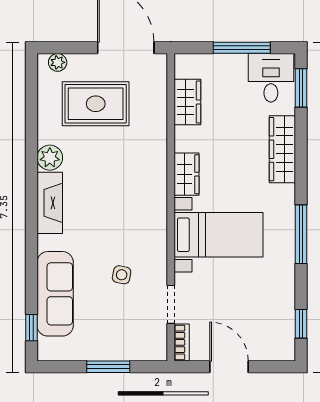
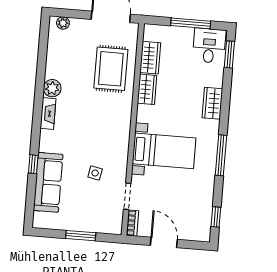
rug: (96, 104) -> (111, 69), moved, turned 90
wardrobe: (282, 149) -> (212, 103), width x0.67
wardrobe: (186, 174) -> (147, 89), moved
fireplace: (50, 203) -> (48, 114), width x0.73, depth x0.76
window: (31, 328) -> (33, 164), moved

